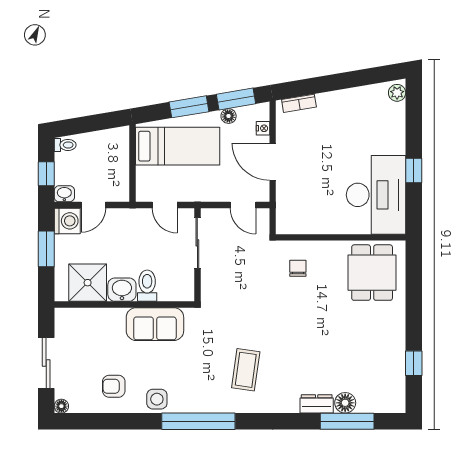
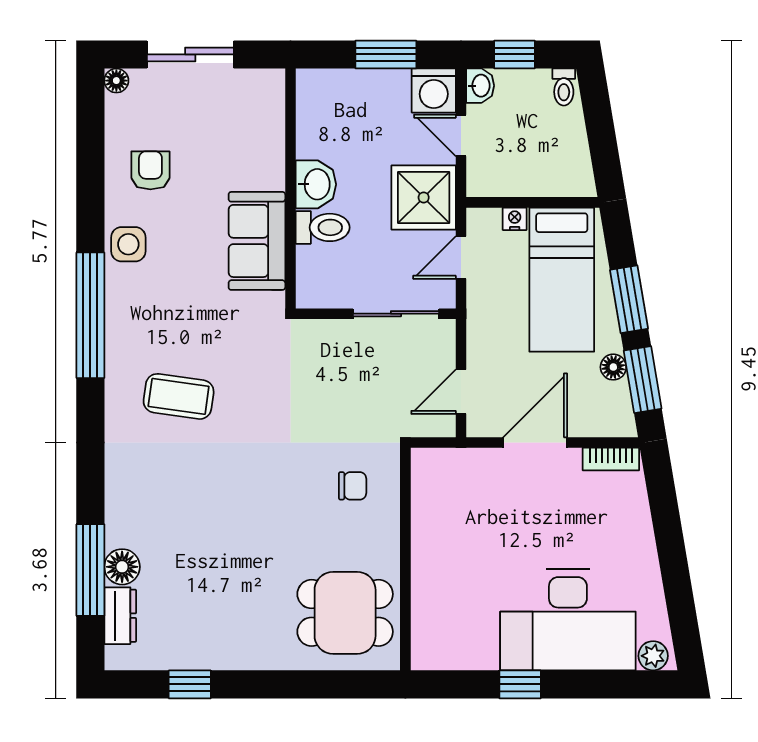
bookcase: (299, 103) -> (611, 459), moved, turned -80
nightstand: (263, 128) -> (515, 219), moved, turned 180
desk: (376, 195) -> (568, 620), moved
shower: (88, 283) -> (424, 197), moved
dresser: (317, 404) -> (120, 616), moved

